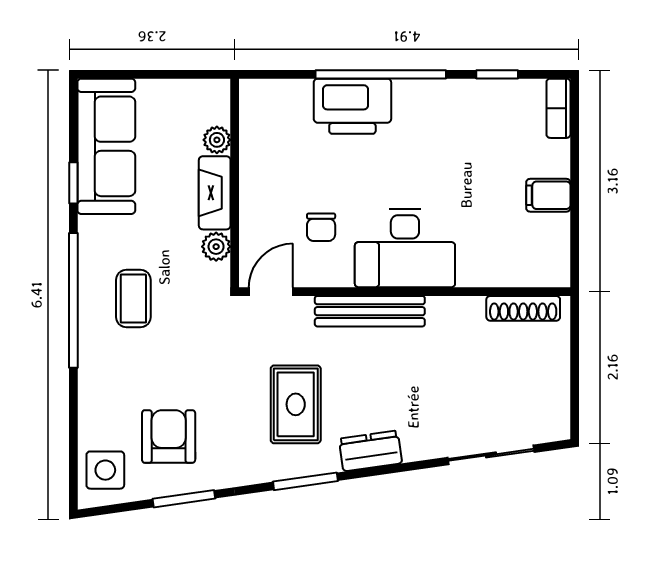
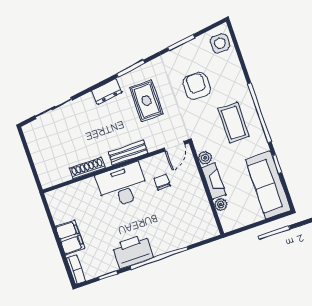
printer: (352, 106) -> (133, 251), moved
filing cabinet: (548, 195) -> (70, 237), width x2.00
coffee table: (133, 299) -> (233, 123), width x1.36, depth x1.30
shoe rack: (523, 308) -> (87, 168), moved
bench: (370, 311) -> (128, 153), width x0.73
armchair: (169, 436) -> (197, 86), moved, turned 180

